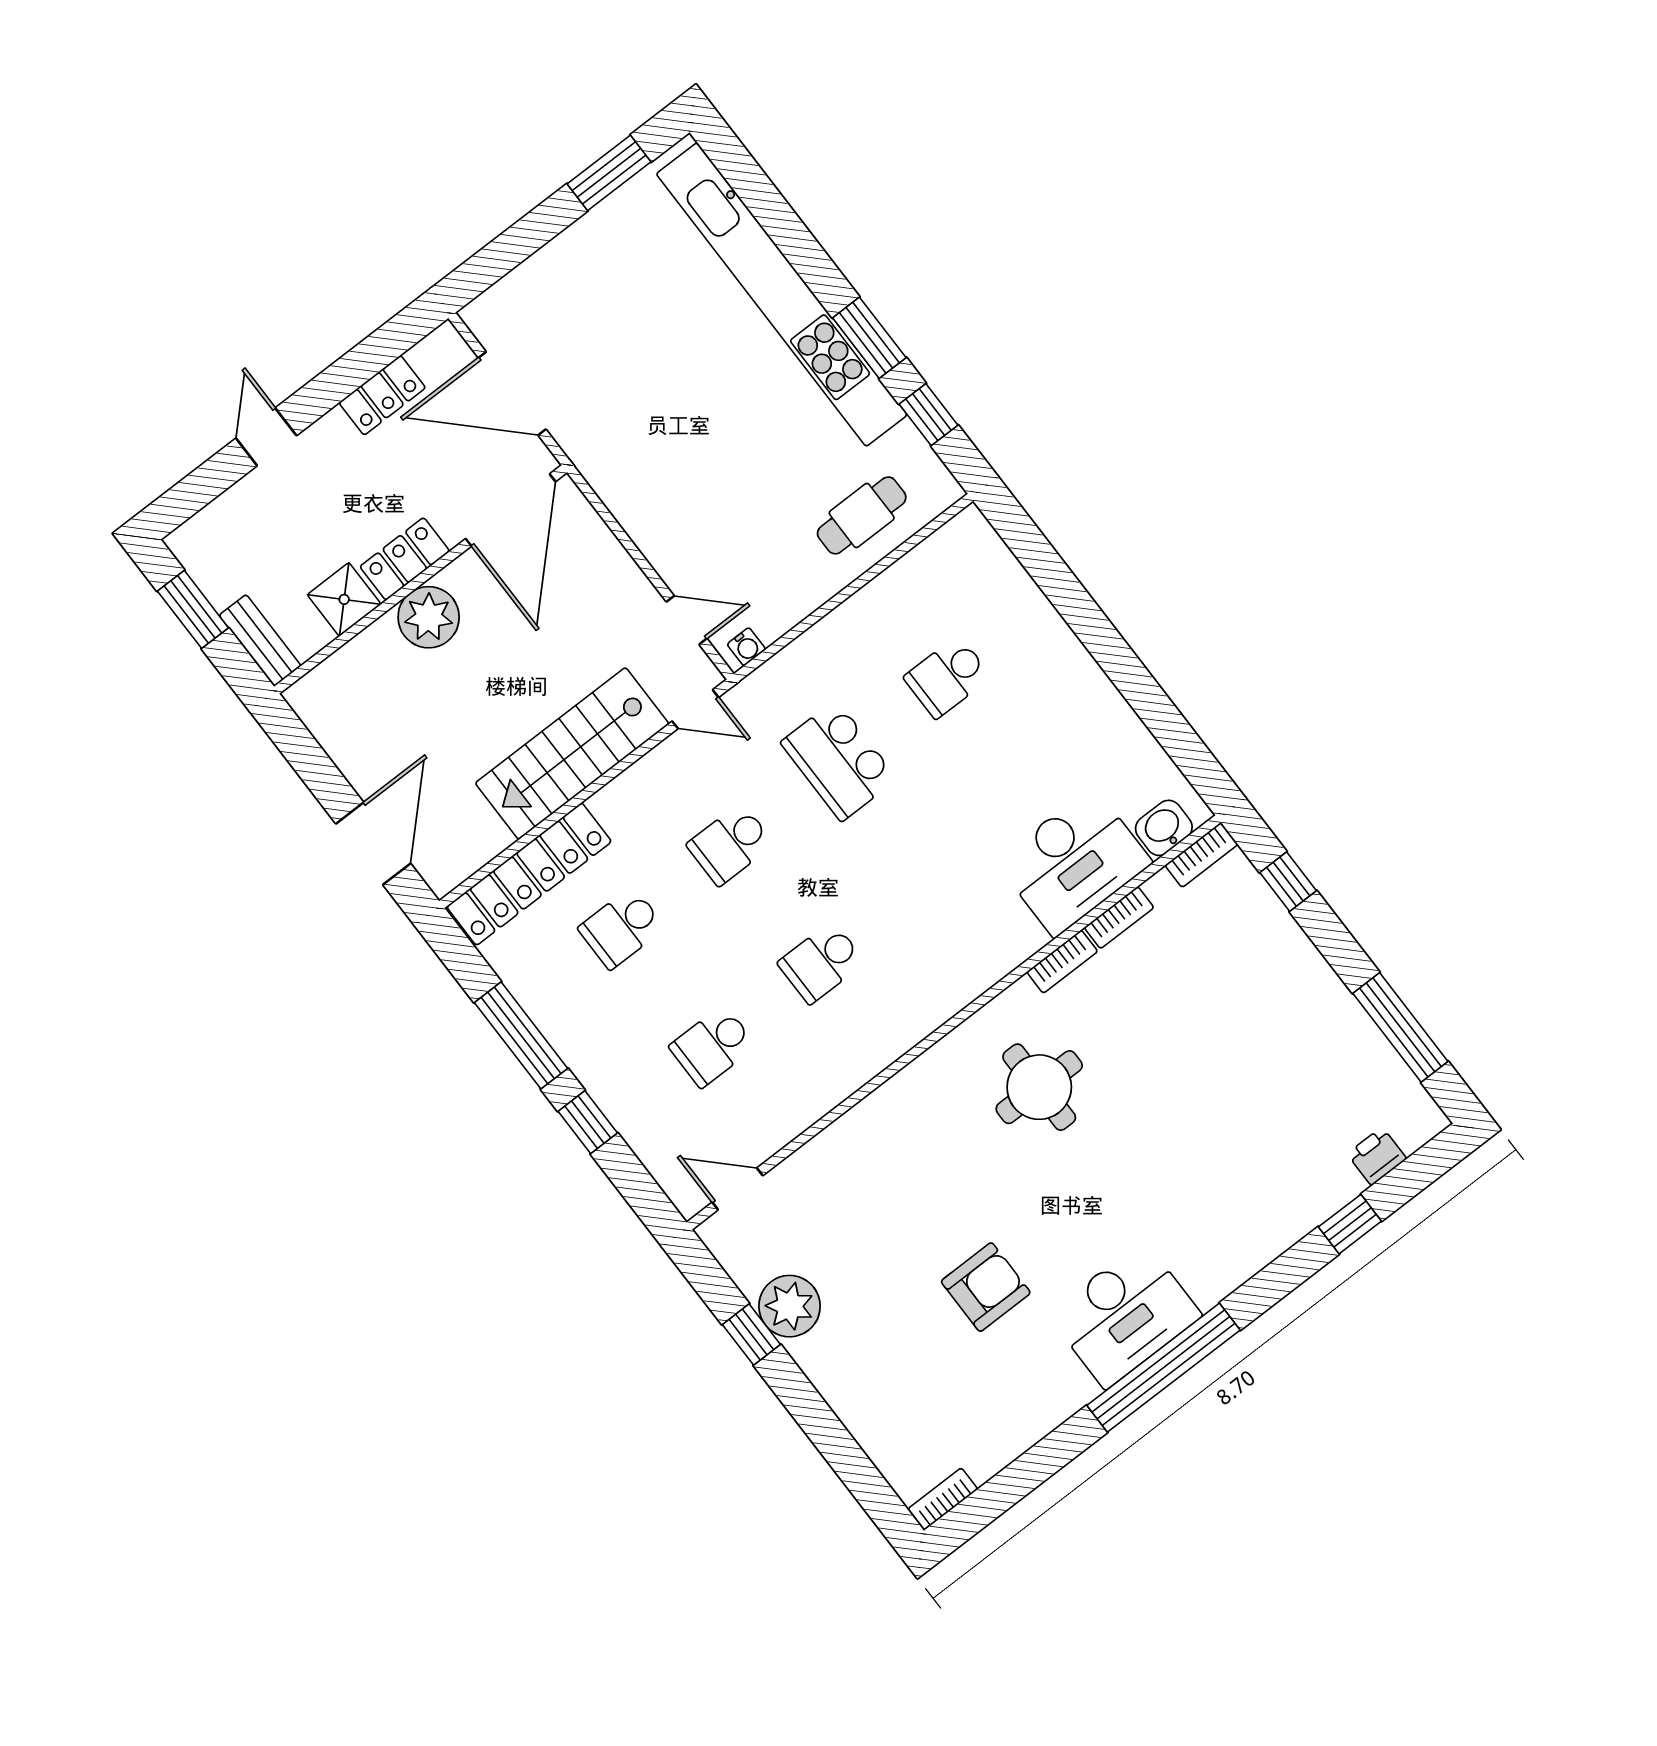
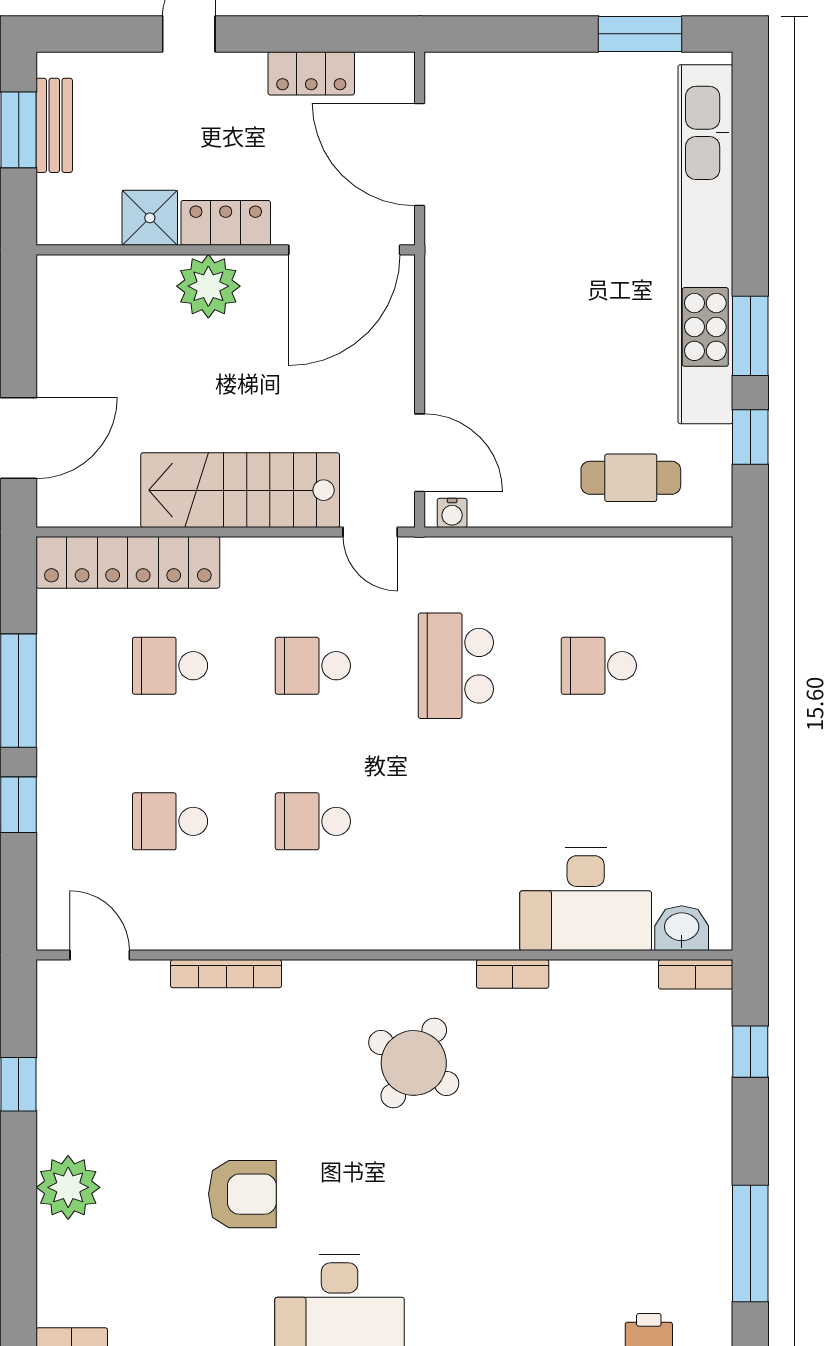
door: (687, 620) -> (420, 453), width x1.38
bench: (260, 641) -> (54, 125), moved
bookcase: (1119, 918) -> (226, 974), moved, width x1.56
round table: (1039, 1087) -> (414, 1063), turned 32
plant: (790, 1306) -> (68, 1187), moved

